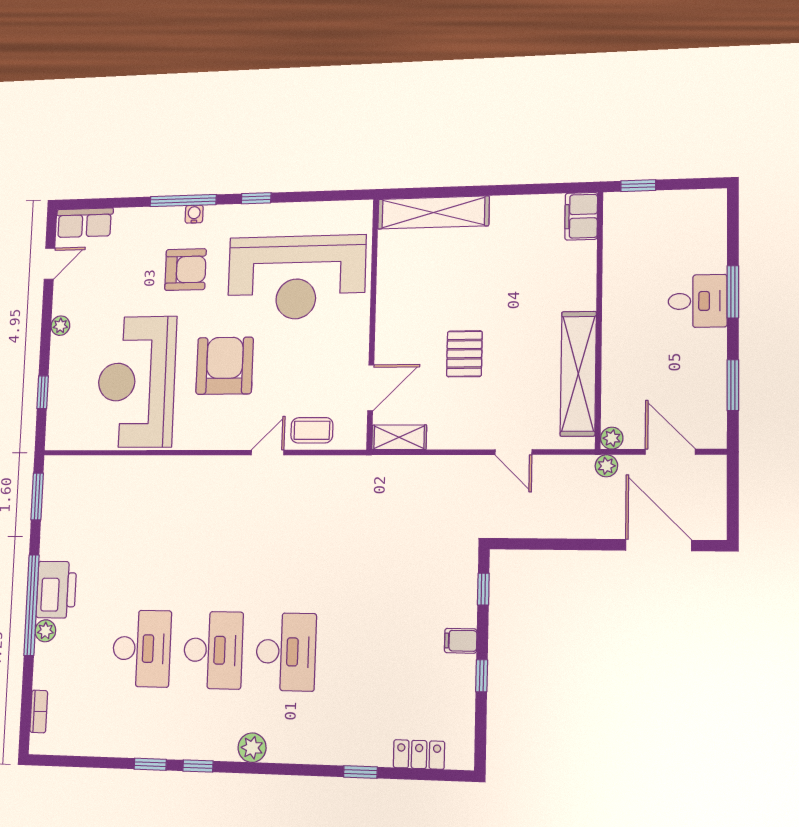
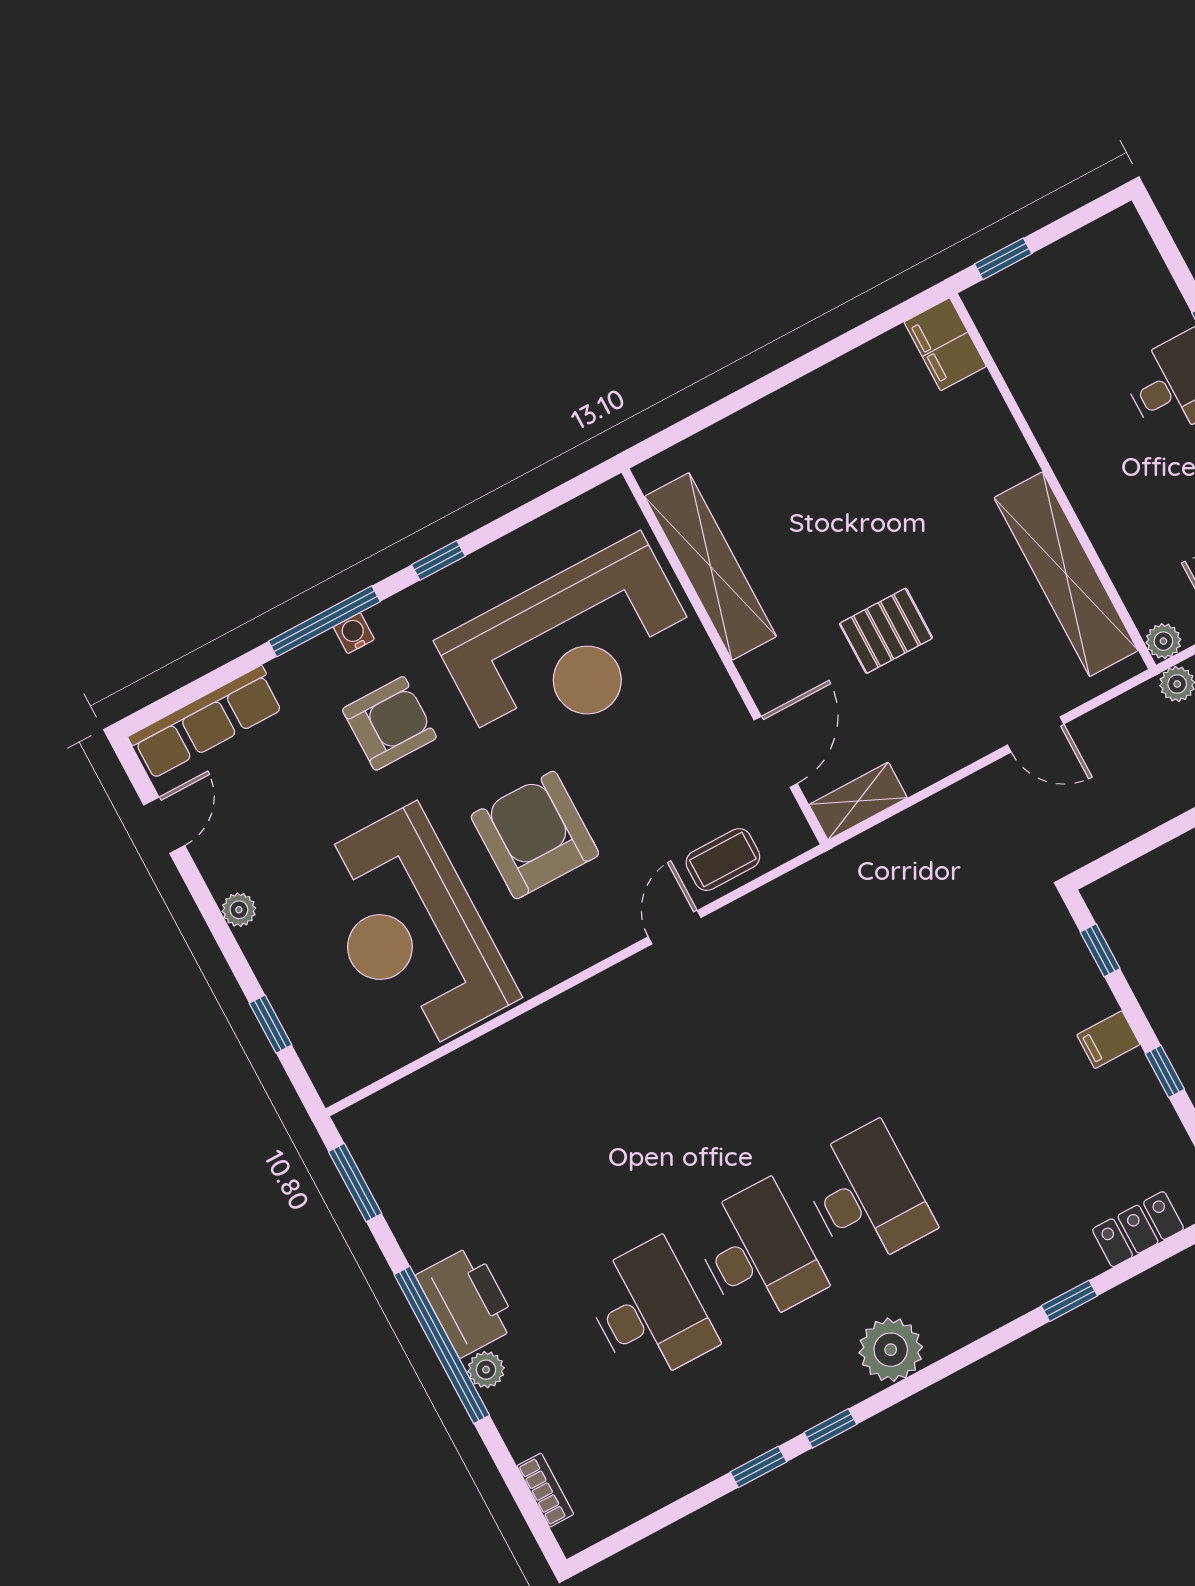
shelving: (433, 213) -> (711, 566), moved, turned 90
row of seats: (85, 223) -> (206, 722), width x1.48
pallet: (464, 354) -> (886, 631), turned 90
plant: (252, 748) -> (891, 1350), width x1.36, depth x1.36

